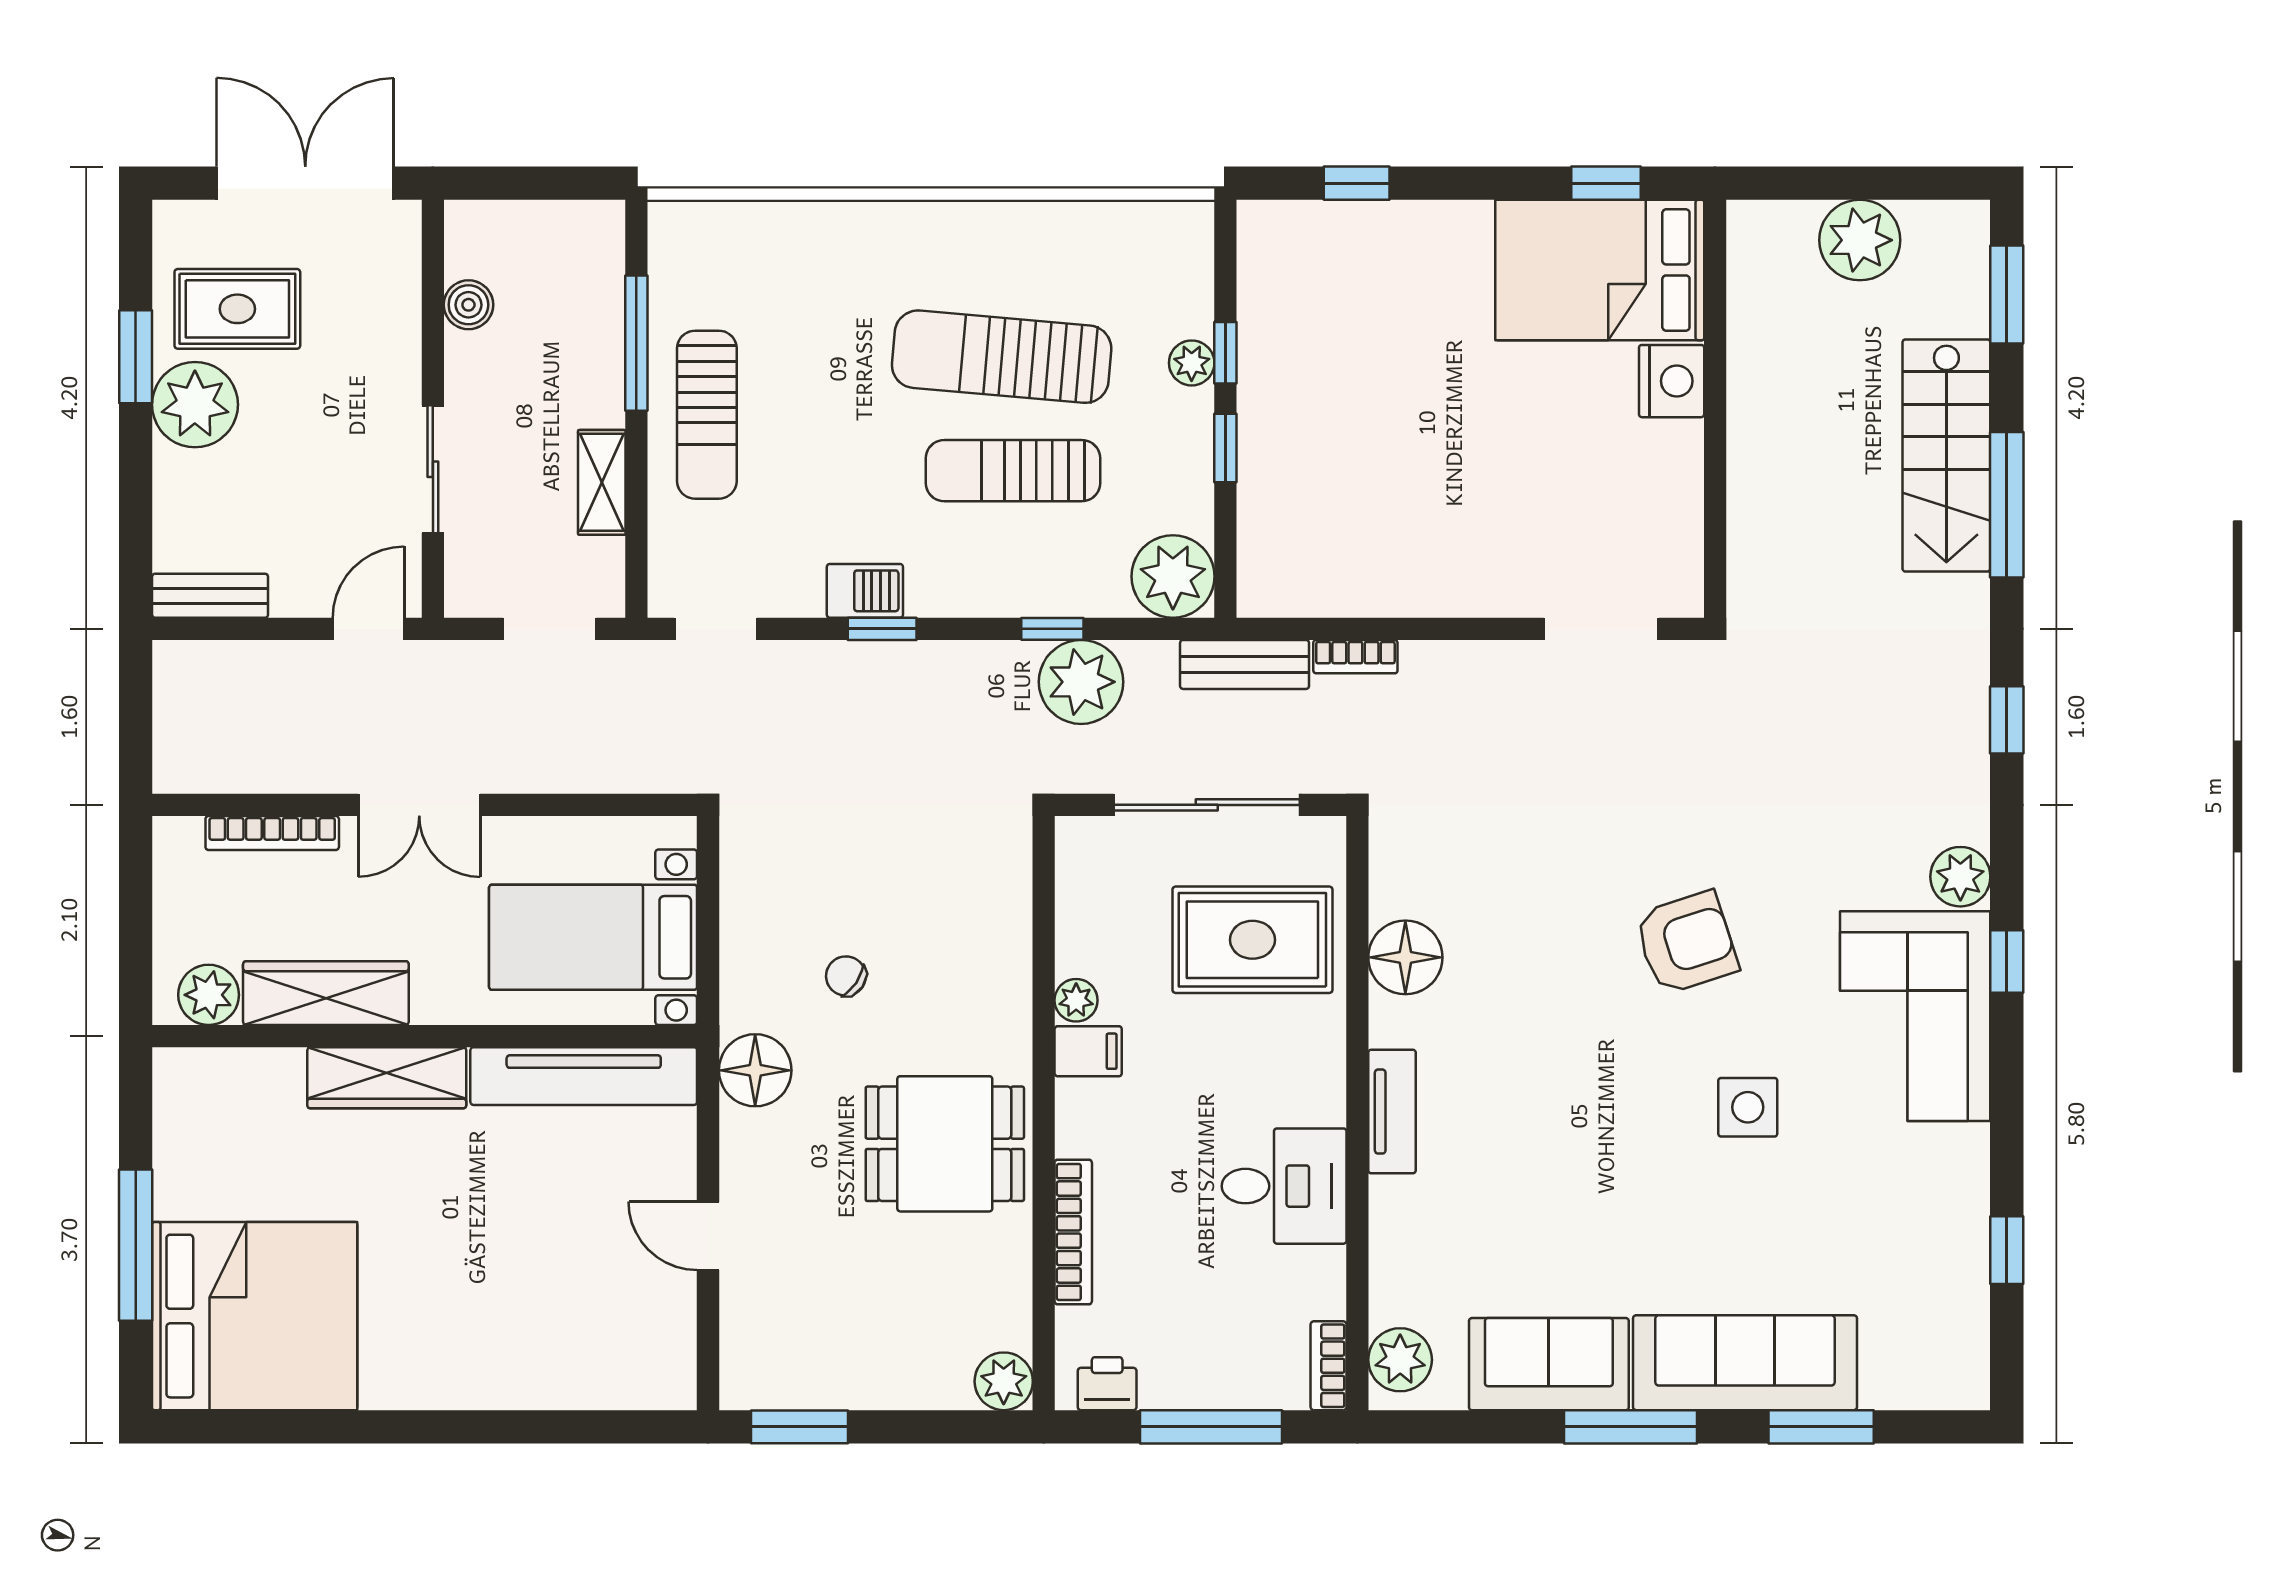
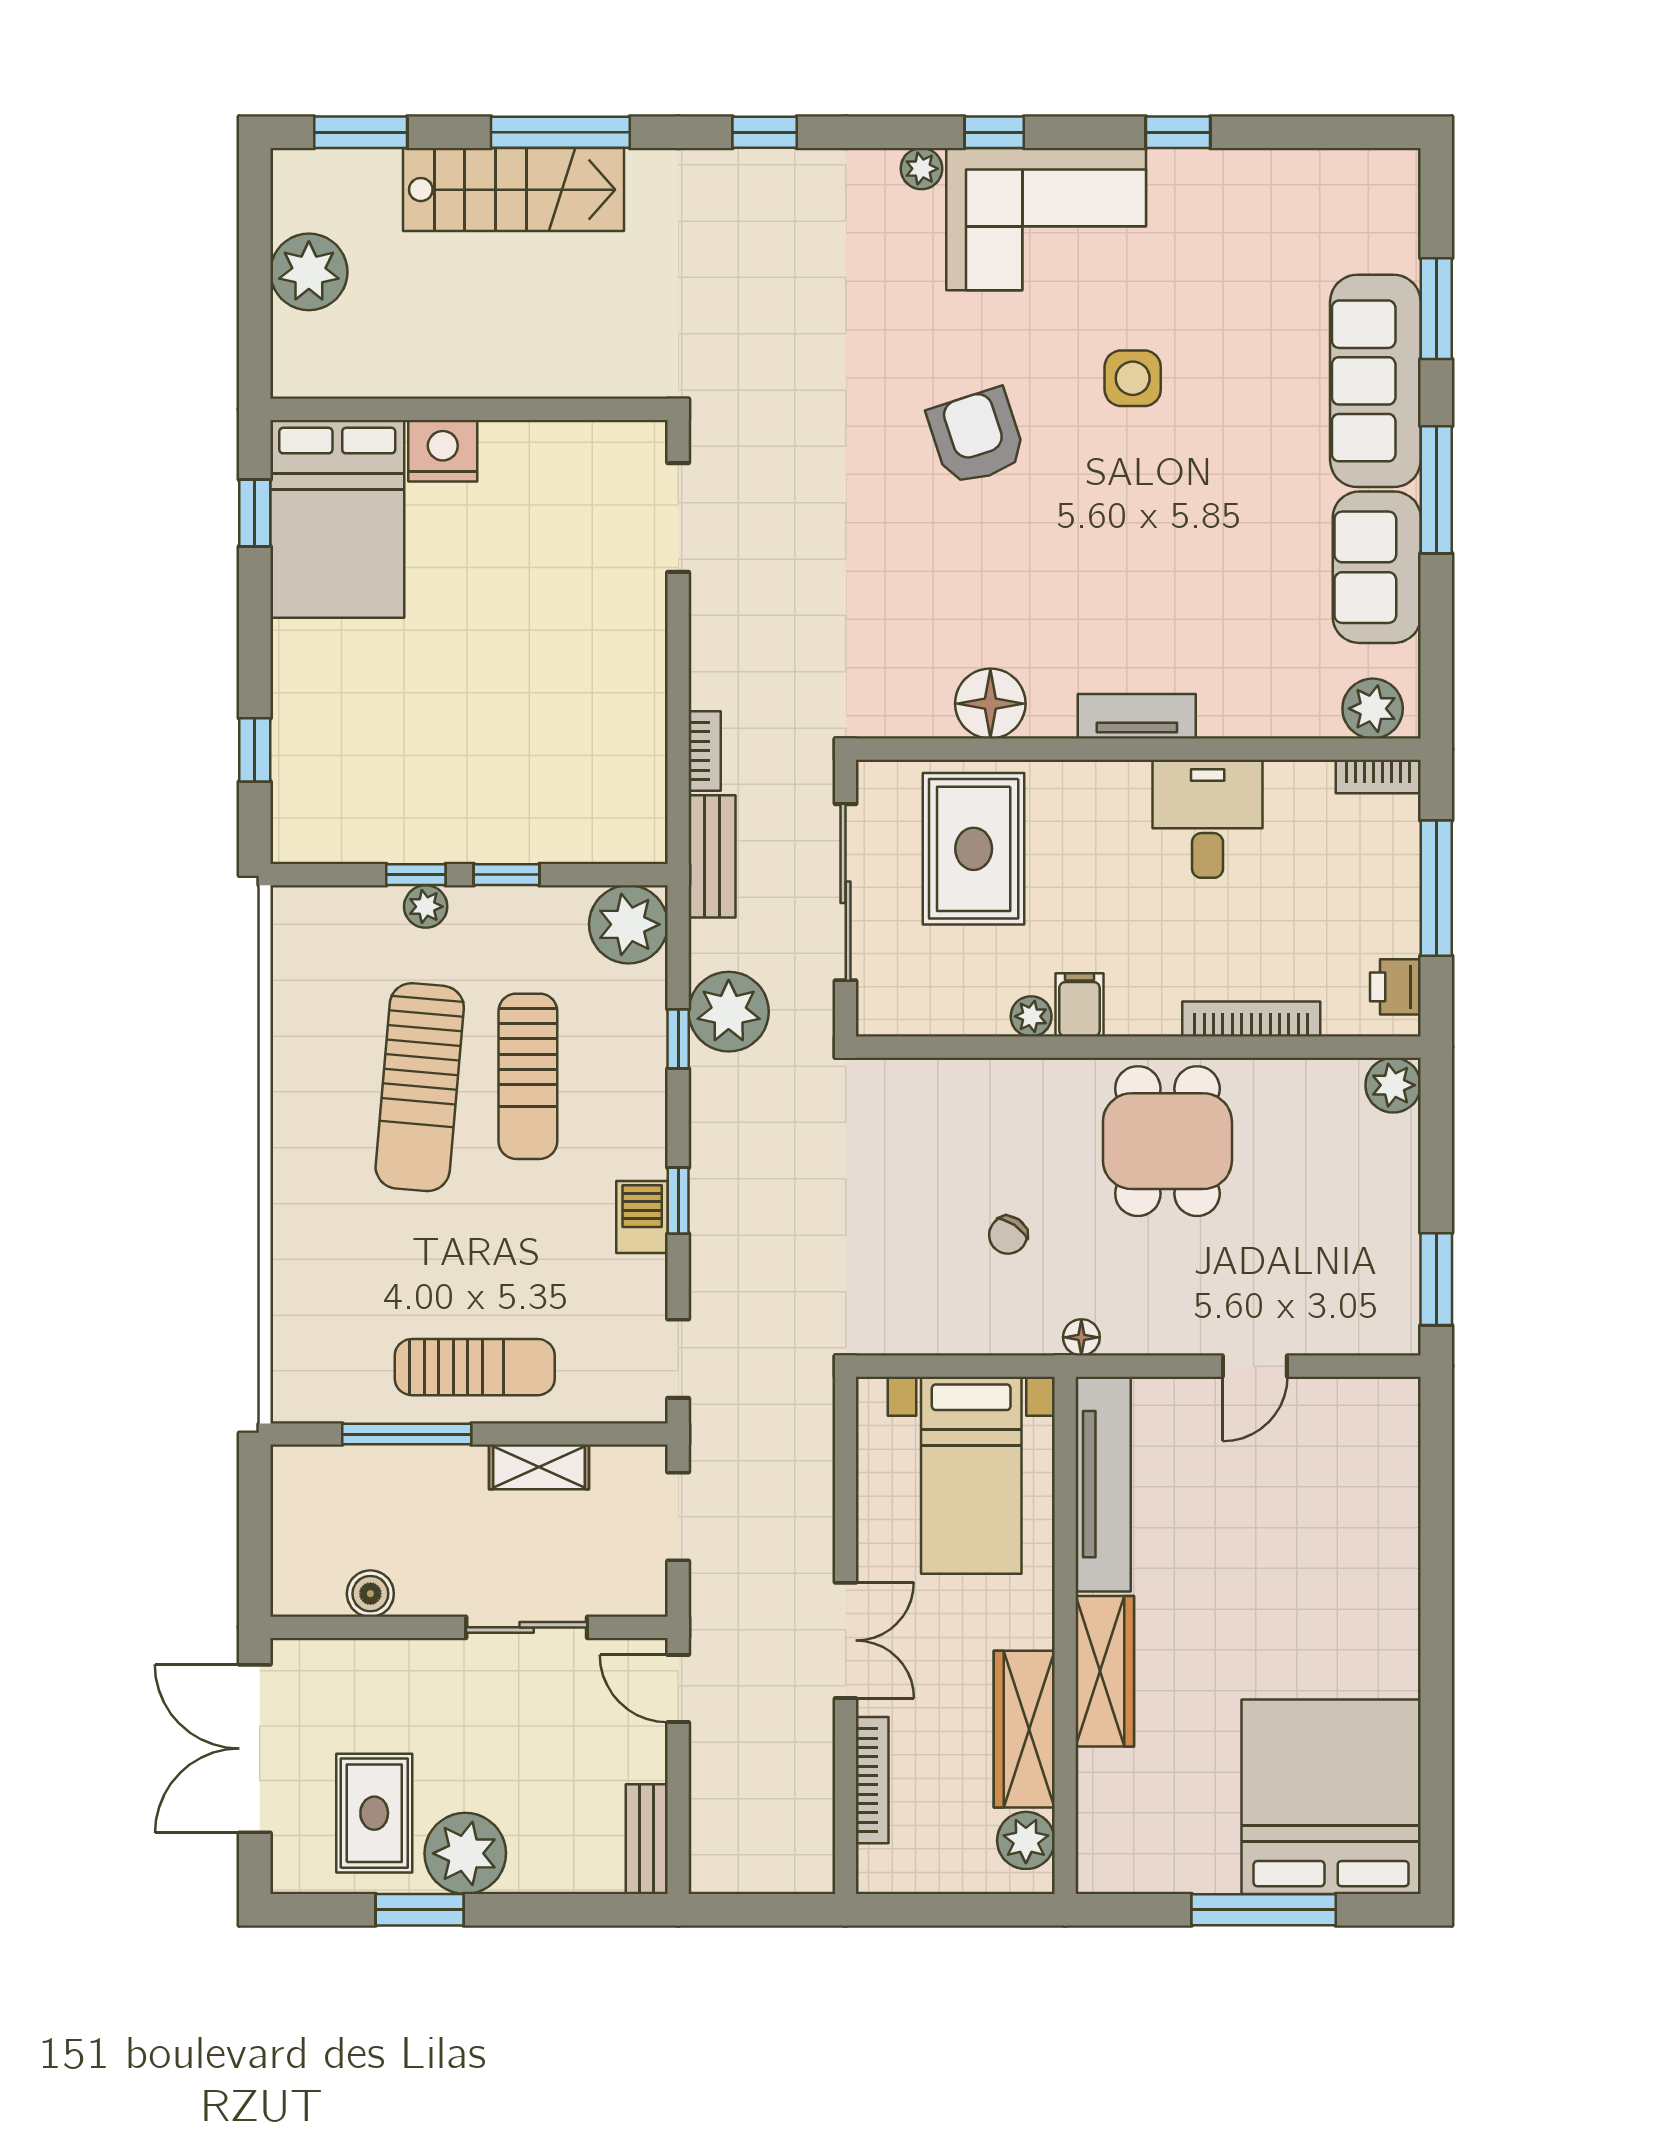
plant: (1960, 877) -> (921, 169), width x0.73, depth x0.73
floor lamp: (755, 1070) -> (1081, 1337), width x0.53, depth x0.53
window: (2007, 1250) -> (1178, 132), moved

